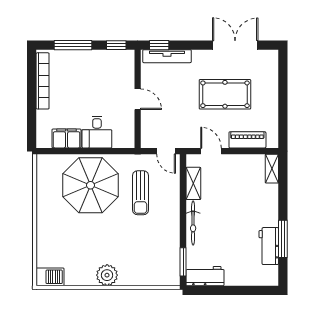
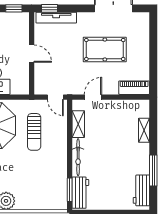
piano: (247, 140) -> (134, 88), moved
door: (211, 151) -> (93, 97), hinge flipped
shelving: (272, 169) -> (144, 130), moved
workbench: (269, 246) -> (141, 190), moved
workbench: (205, 276) -> (80, 193), moved, turned 90

